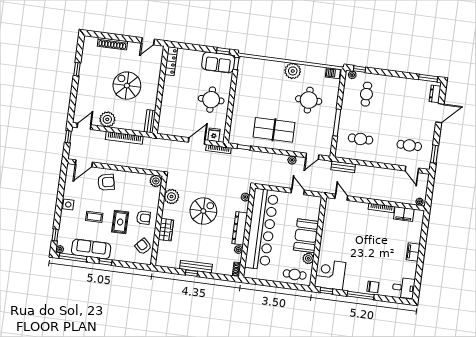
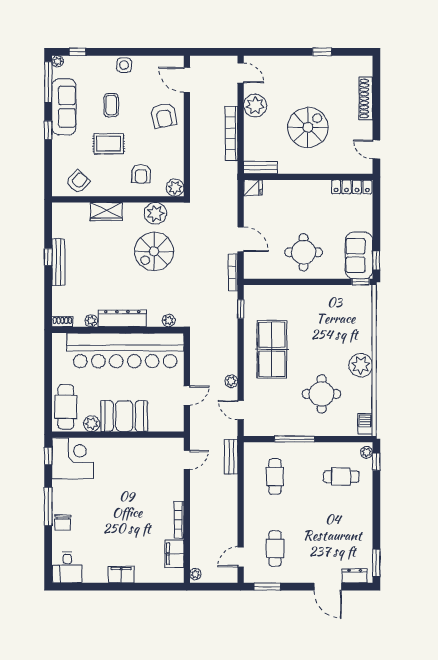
fridge: (214, 135) -> (253, 188), moved
window: (68, 137) -> (222, 52), removed
spiral stairs: (203, 211) -> (154, 251), moved, turned 90
armchair: (143, 218) -> (141, 174), moved
cafe table: (295, 274) -> (66, 407), width x1.37, depth x1.35

